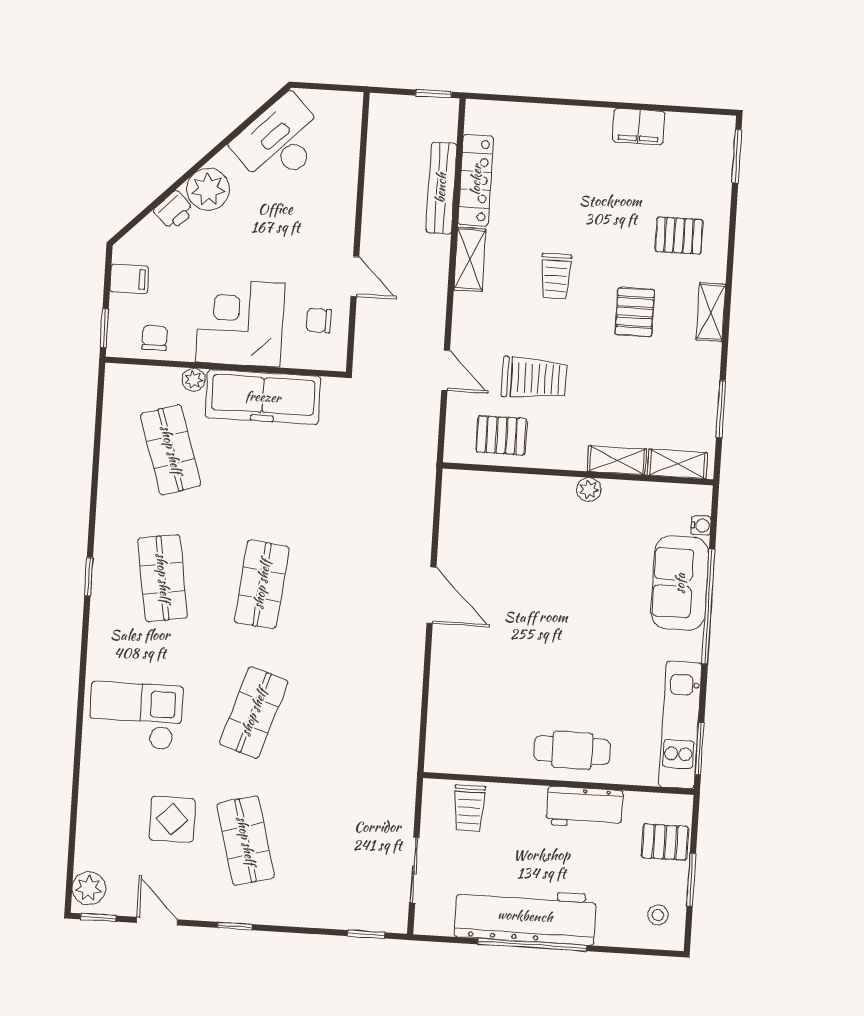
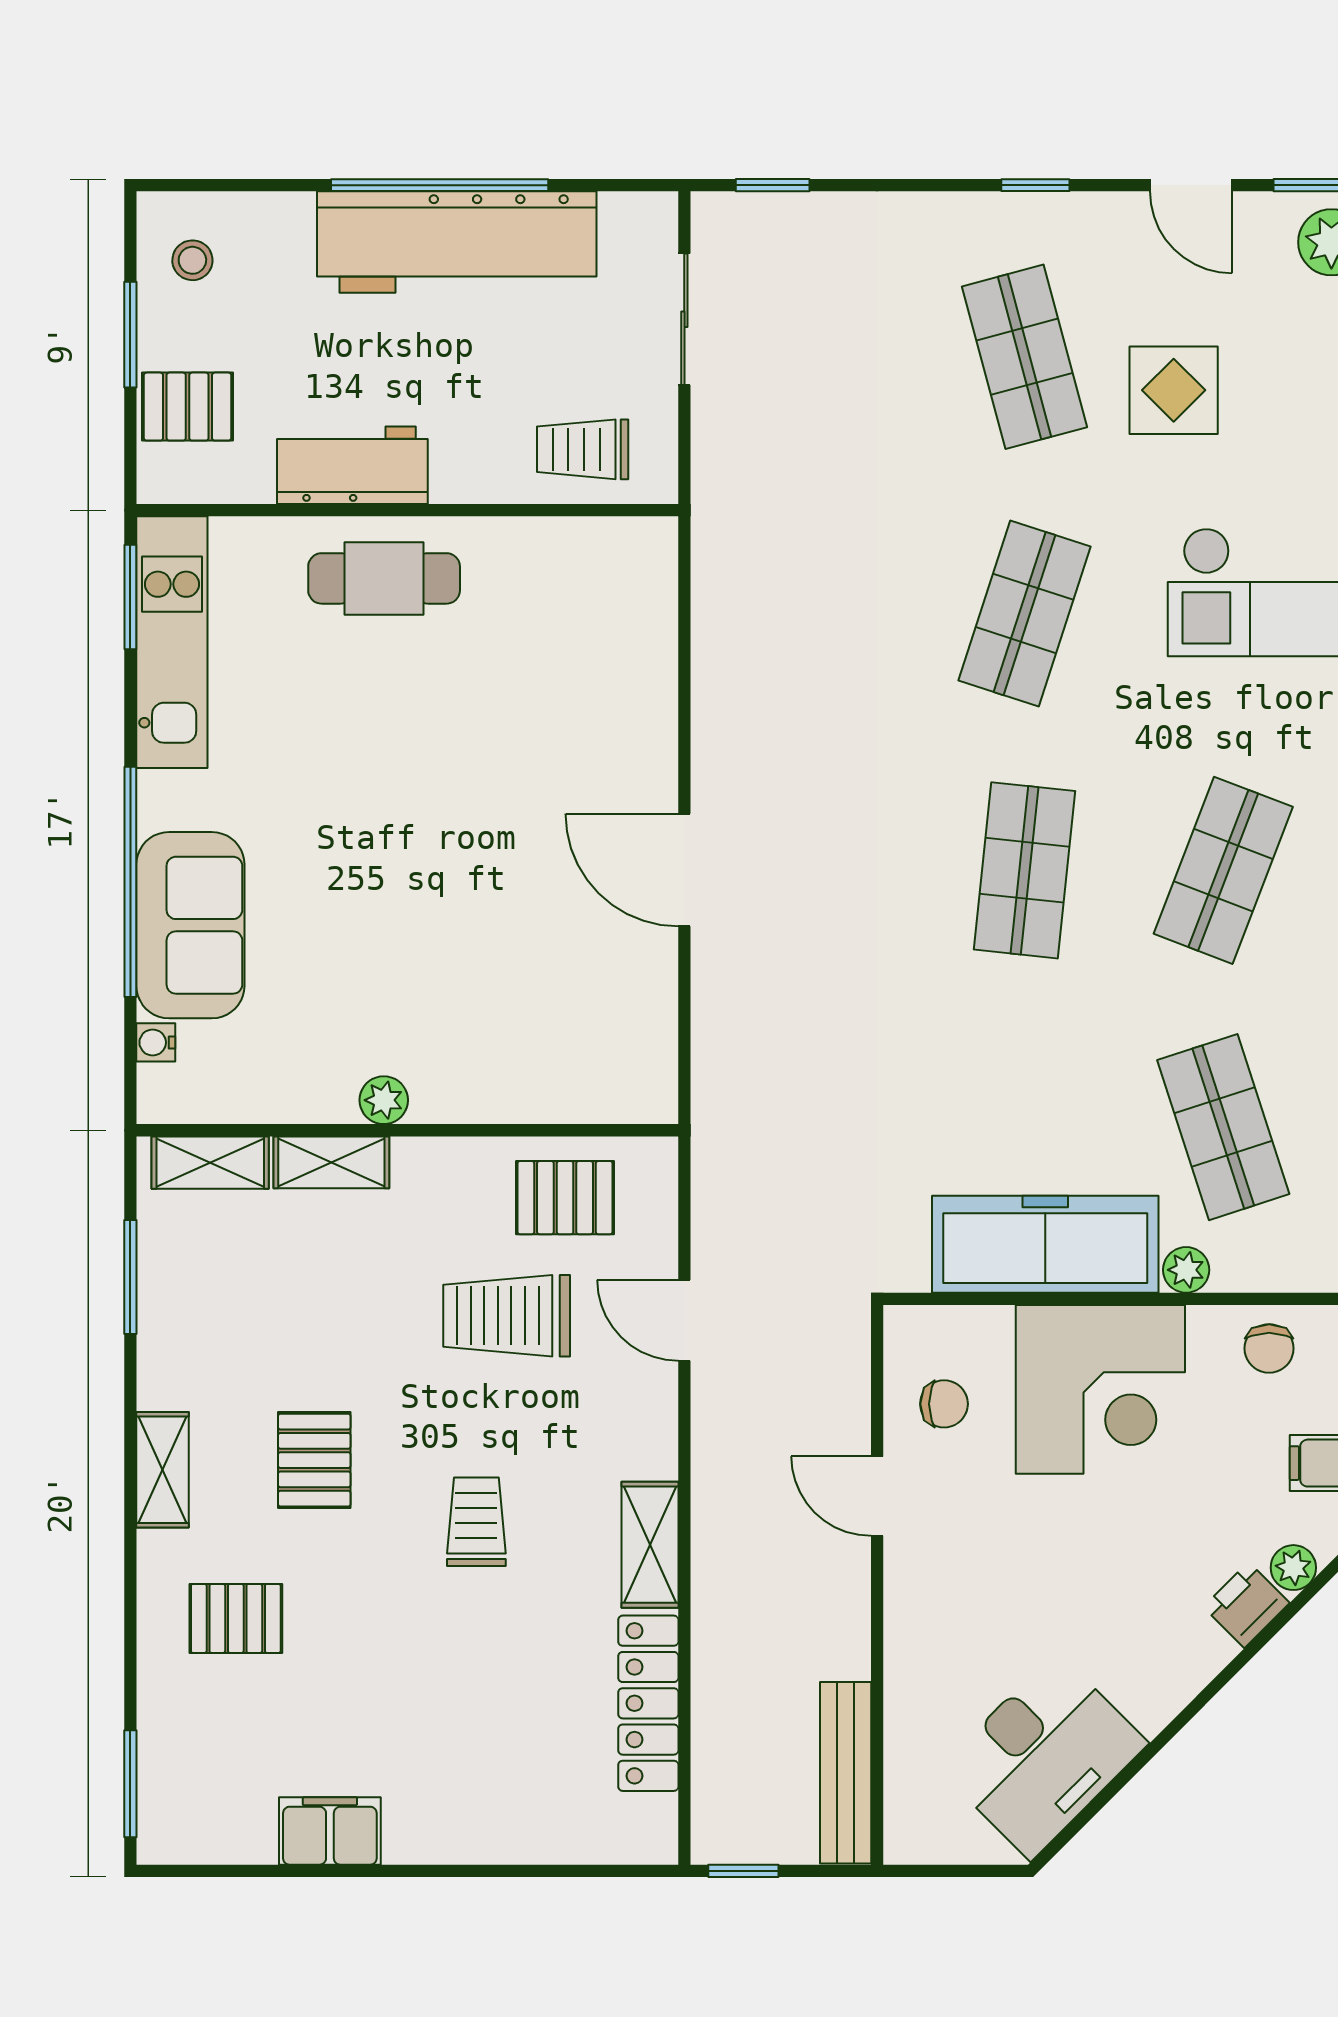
bench: (441, 188) -> (846, 1773), moved
plant: (208, 189) -> (1293, 1568), moved, width x0.53, depth x0.53
shop shelf: (163, 578) -> (1223, 870), turned 30
trolley: (469, 808) -> (583, 449), turned -90

